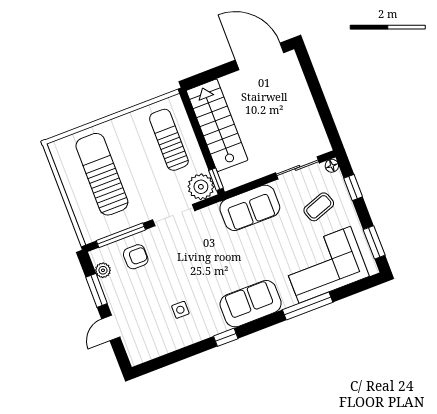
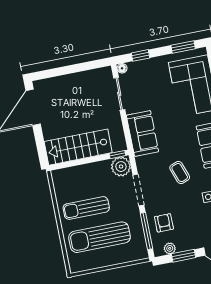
sun lounger: (169, 140) -> (86, 208), moved
coffee table: (319, 207) -> (180, 173), moved

